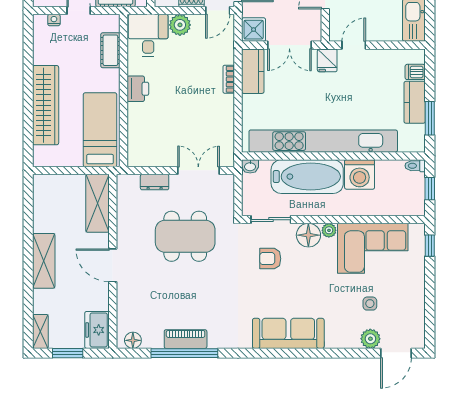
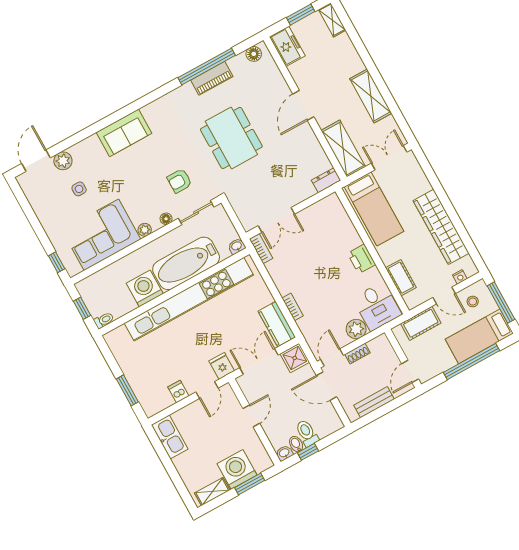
dishwasher: (415, 72) -> (178, 392), moved, turned -90
kitchen counter: (415, 102) -> (133, 371), removed
wardrobe: (46, 105) -> (441, 227), moved
window: (430, 118) -> (127, 390), moved
bookcase: (228, 151) -> (261, 249), added
double door: (59, 170) -> (389, 158), added
dresser: (155, 182) -> (326, 180), moved
floor lamp: (308, 235) -> (166, 219), width x0.53, depth x0.53
dining table: (185, 236) -> (231, 138), moved, turned 90
armchair: (270, 259) -> (179, 181), turned 180
shelving: (44, 261) -> (371, 96), moved
door: (113, 265) -> (303, 105), swing flipped
sofa: (288, 333) -> (124, 133), width x0.73

